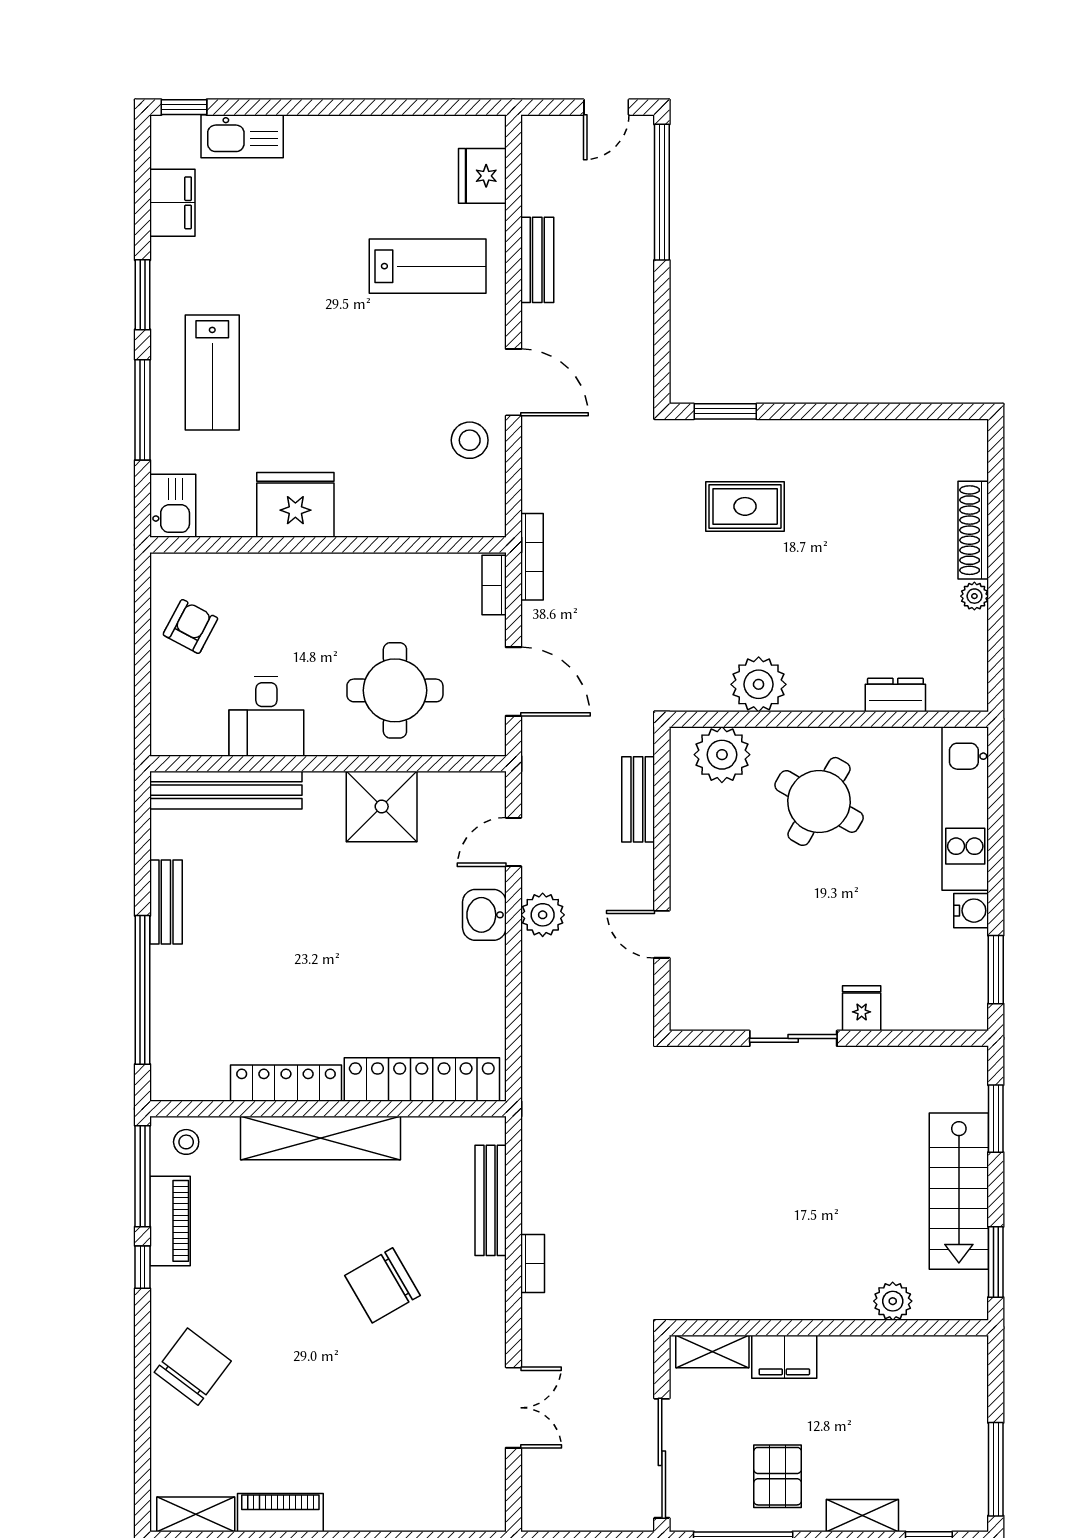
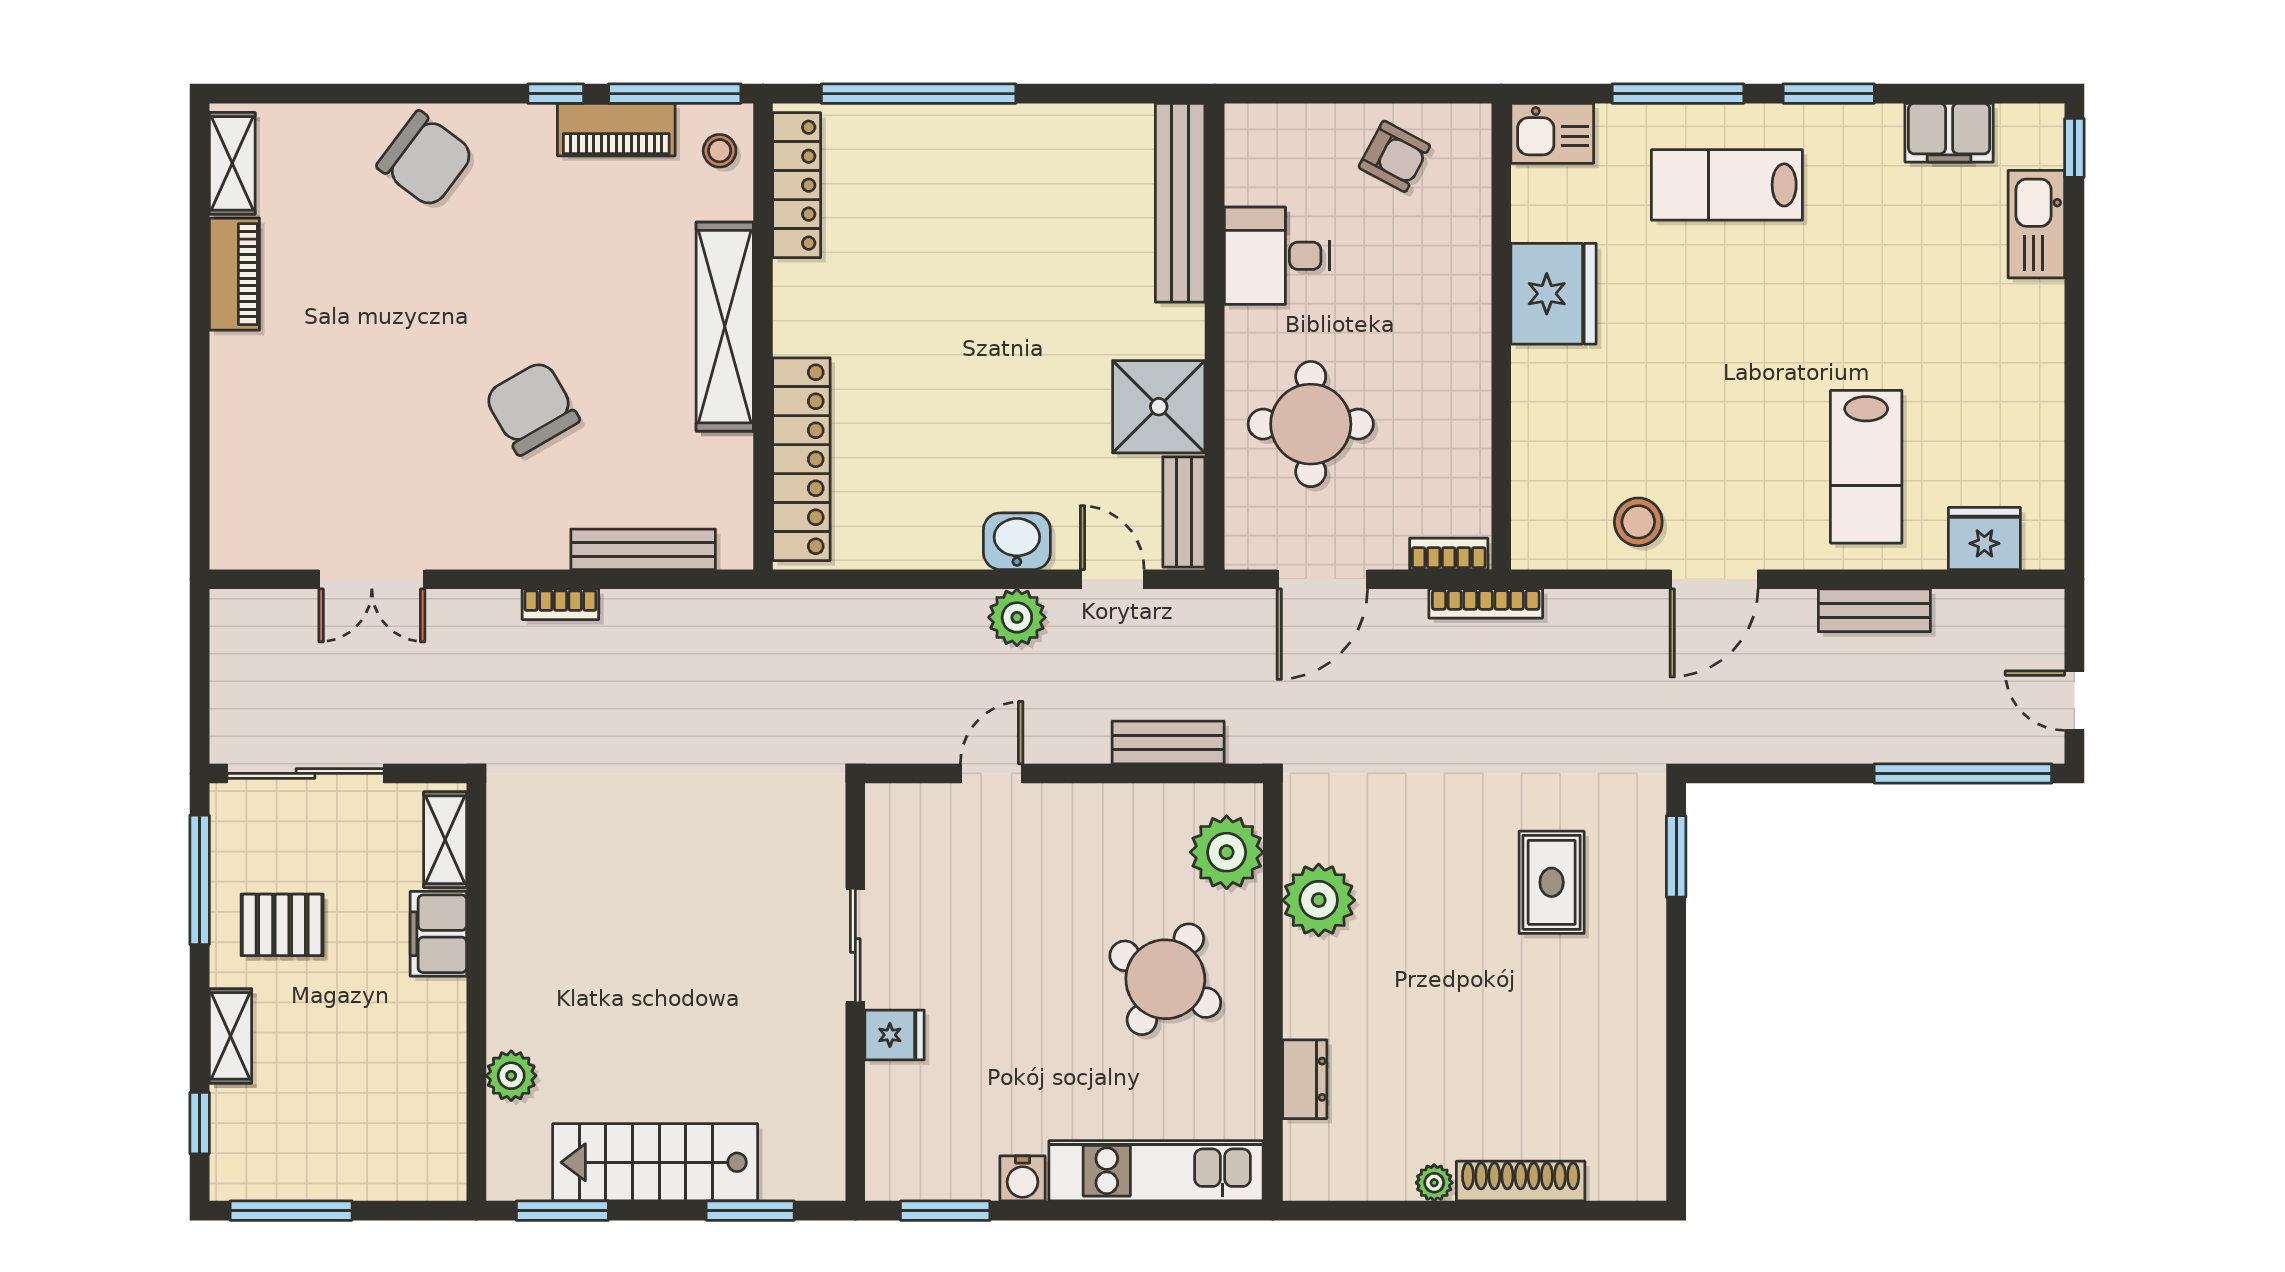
bench: (166, 902) -> (1184, 512), moved, turned 90
locker: (286, 1083) -> (797, 185), moved

